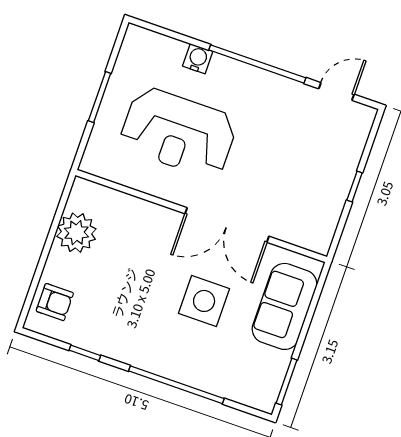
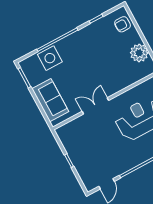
double door: (227, 225) -> (95, 106), width x0.73
side table: (204, 301) -> (50, 58), moved

